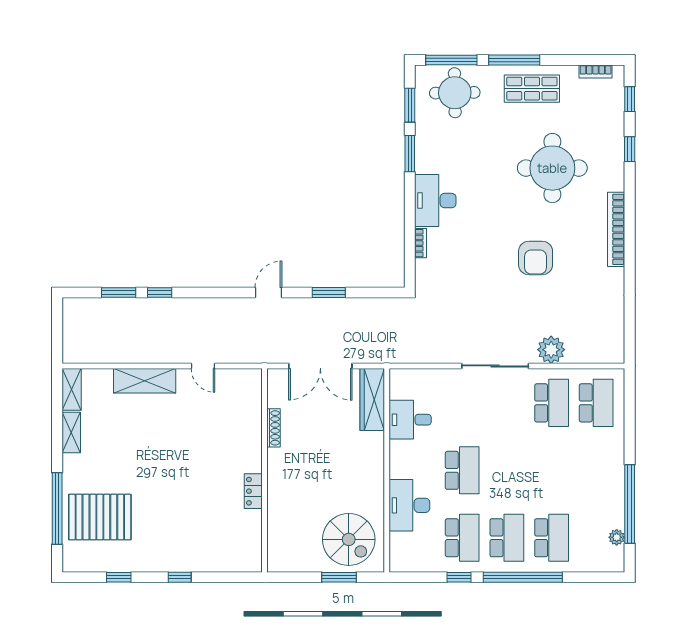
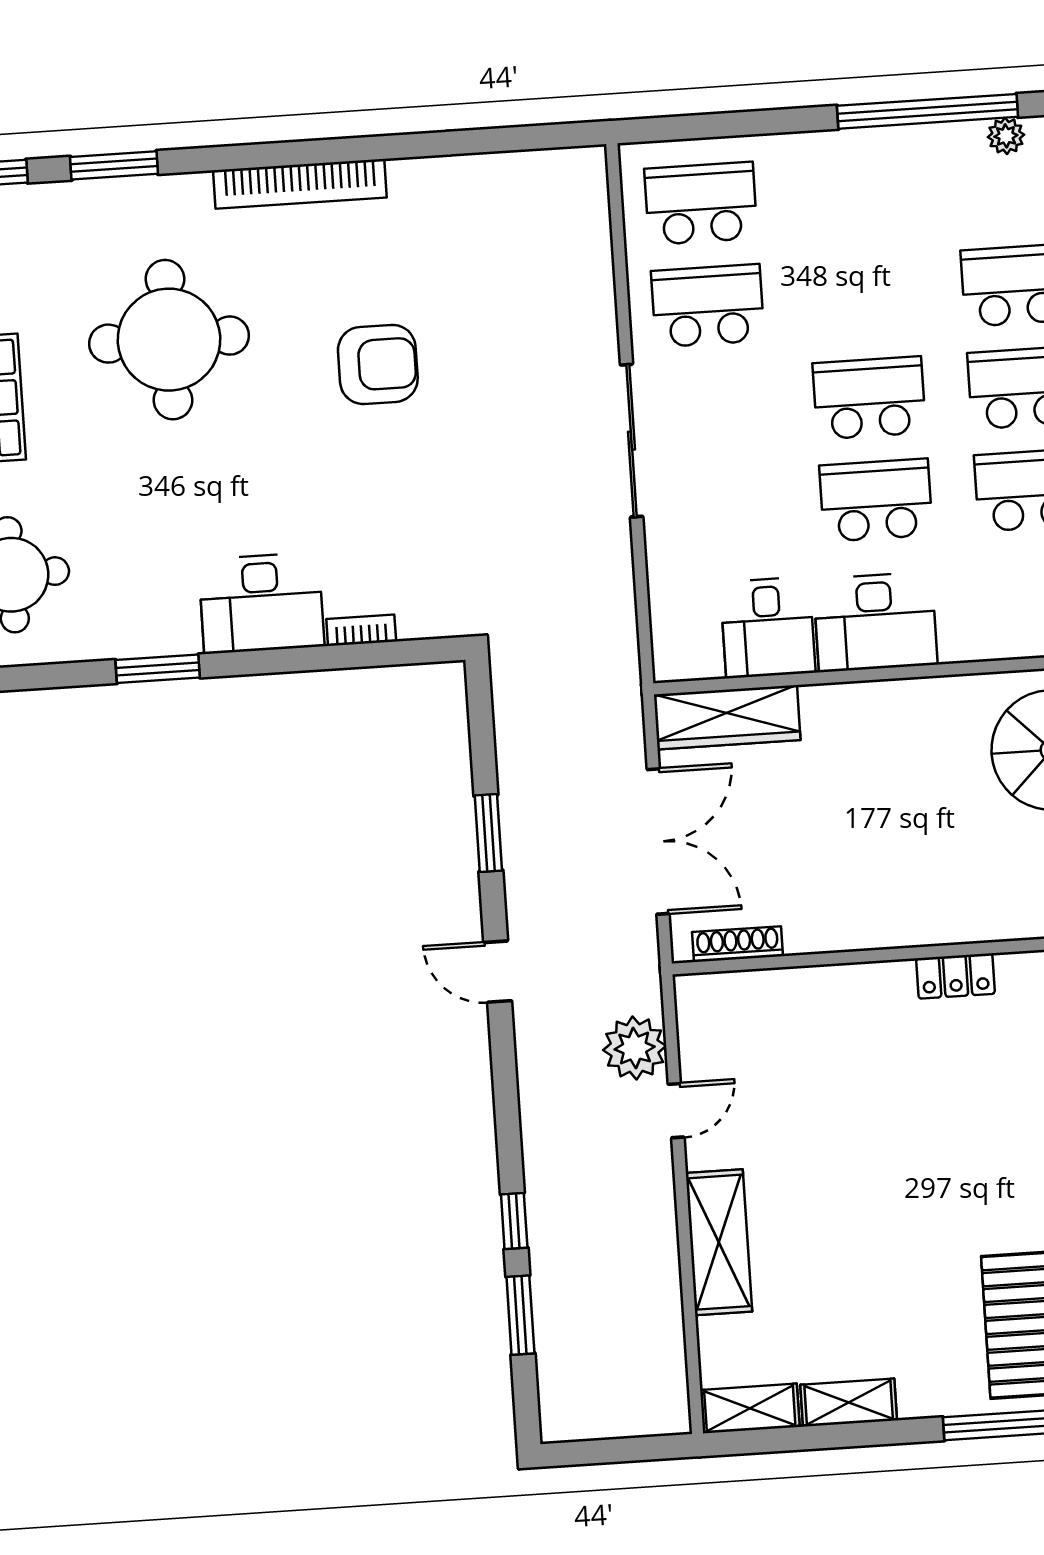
window: (410, 105) -> (46, 676), removed
window: (630, 149) -> (114, 165), width x1.50
plant: (551, 350) -> (635, 1048), moved
shoe rack: (274, 428) -> (738, 944), moved
school desk: (507, 470) -> (869, 398), added
desk: (409, 505) -> (875, 622), moved

